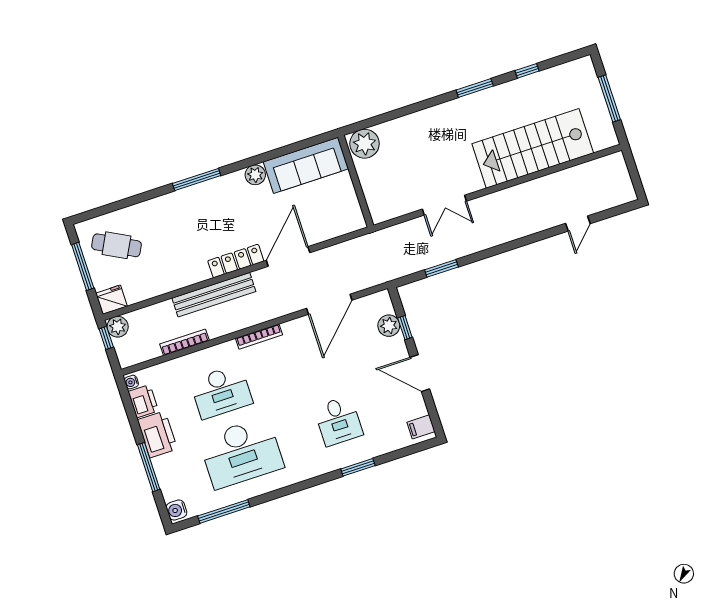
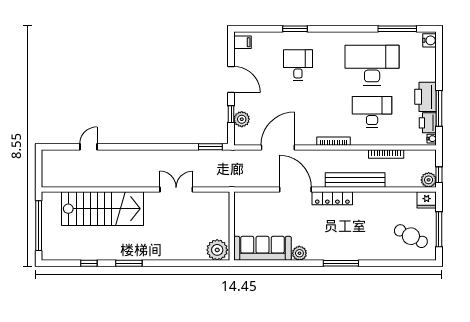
window: (609, 99) -> (39, 226), width x1.46
door: (288, 257) -> (295, 190), swing flipped
window: (441, 268) -> (210, 147), moved
window: (149, 467) -> (439, 108), moved

